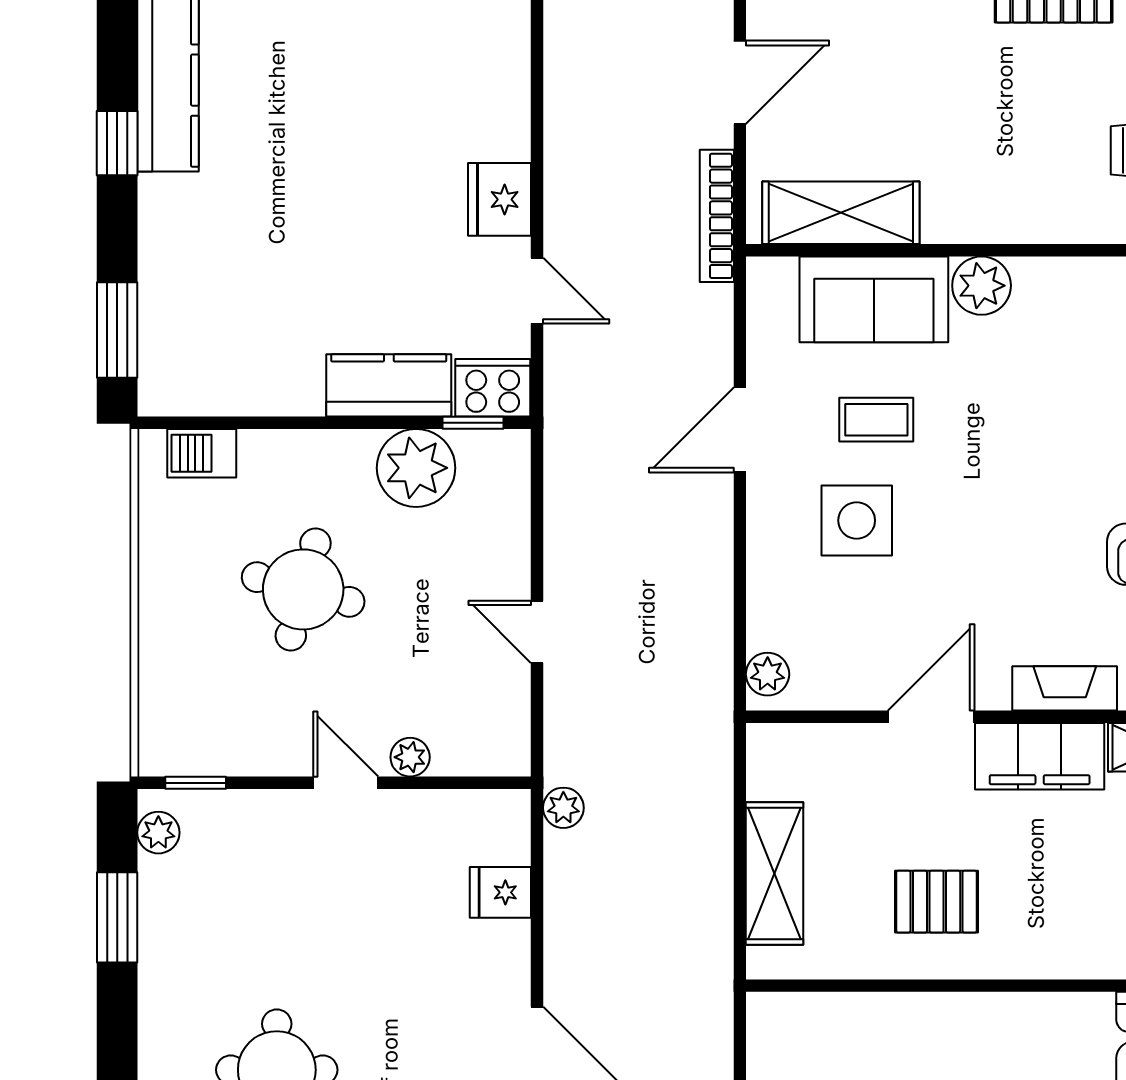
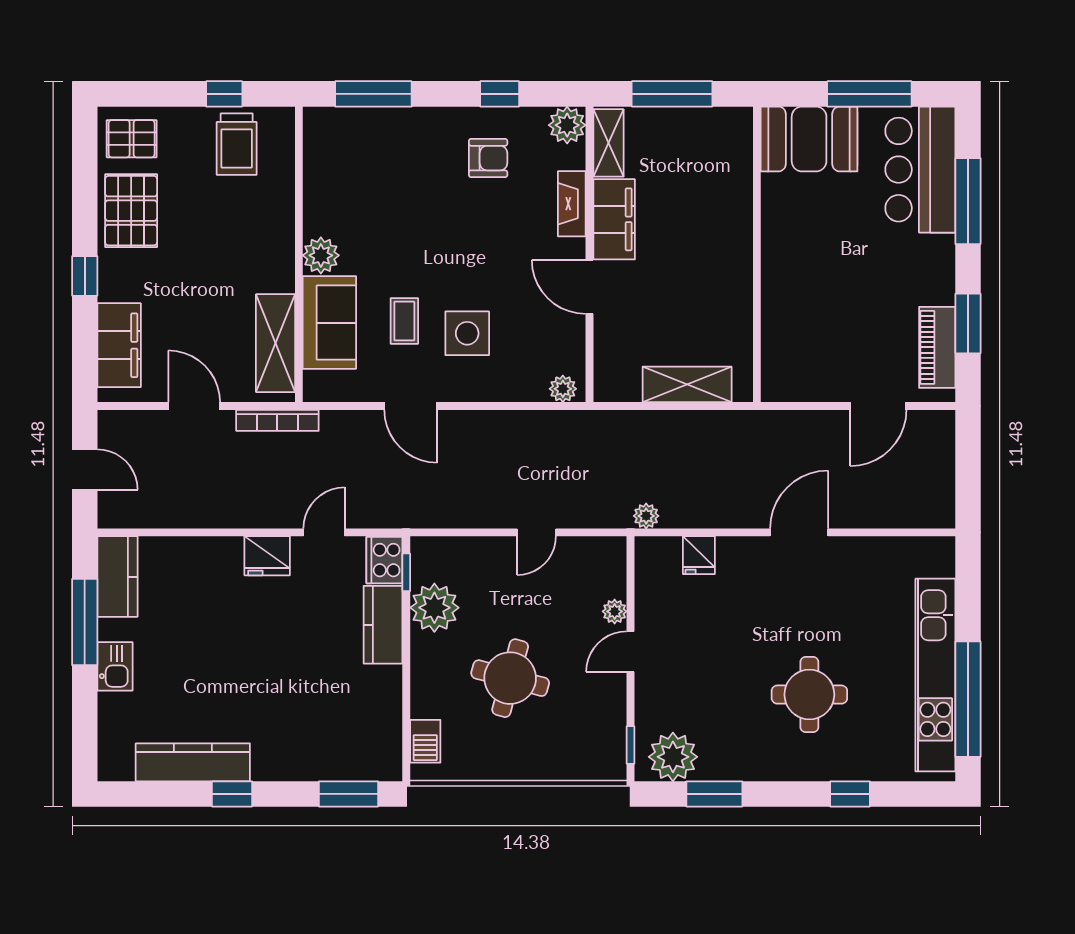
plant: (158, 833) -> (673, 757), width x1.88, depth x1.88
pallet: (937, 902) -> (705, 284), removed

